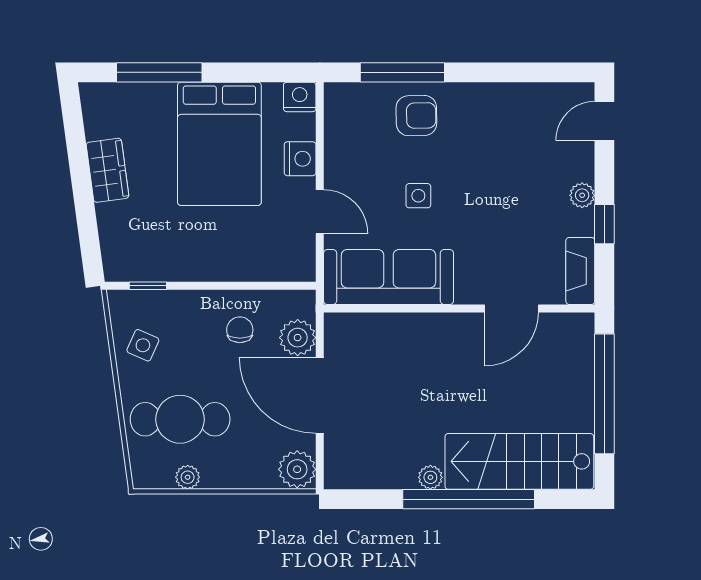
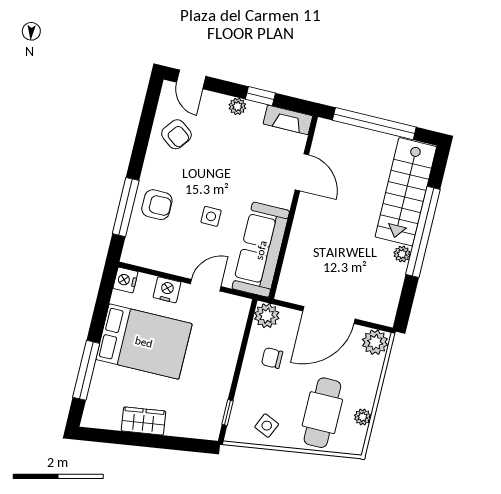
armchair: (416, 116) -> (157, 205), turned 91
armchair: (522, 119) -> (176, 134), added
plant: (298, 338) -> (267, 316), moved

